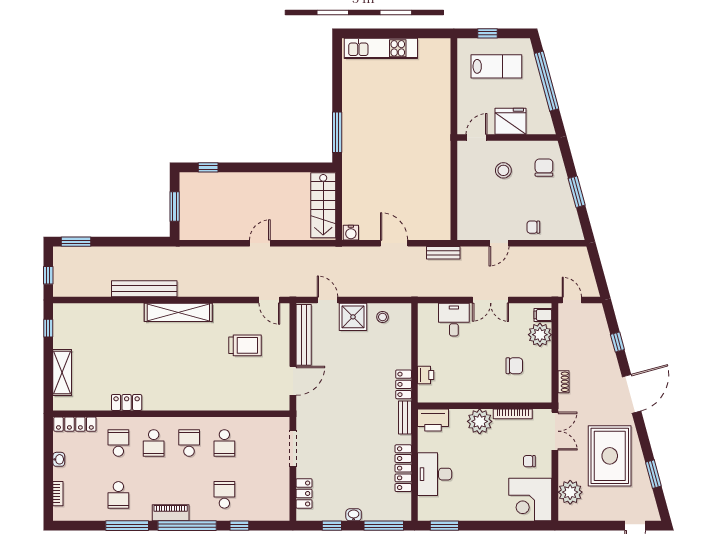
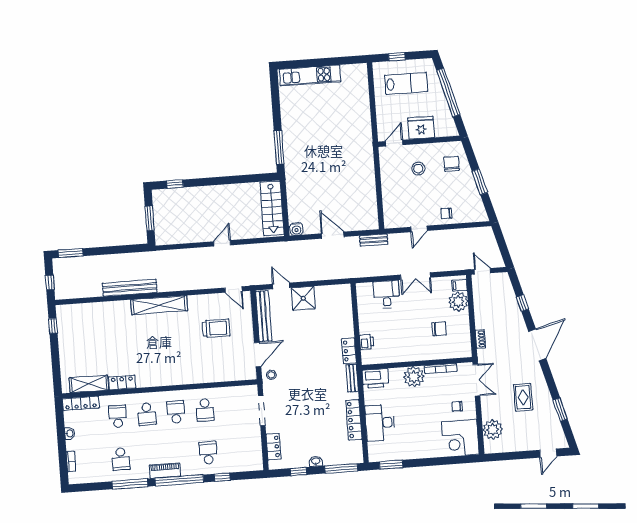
stool: (383, 317) -> (271, 375), moved
shelving: (62, 373) -> (89, 384), moved, turned 90
rug: (610, 456) -> (523, 397), width x0.54, depth x0.49

